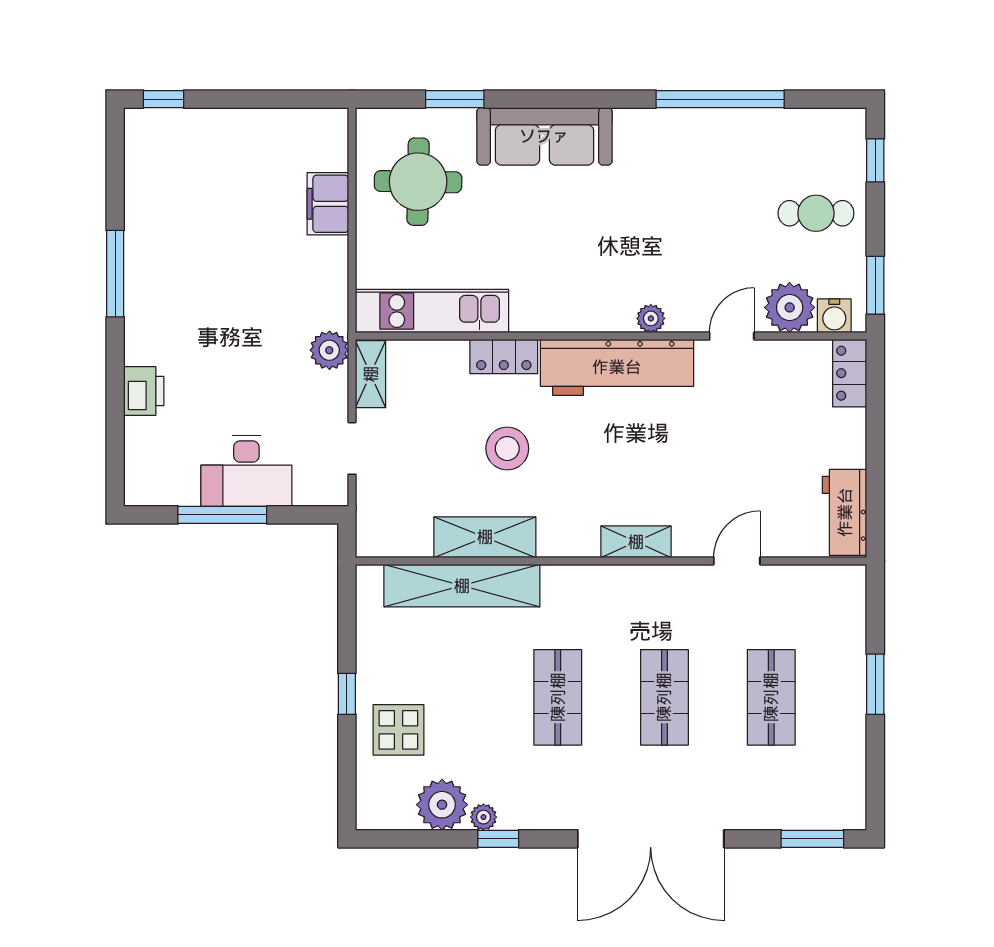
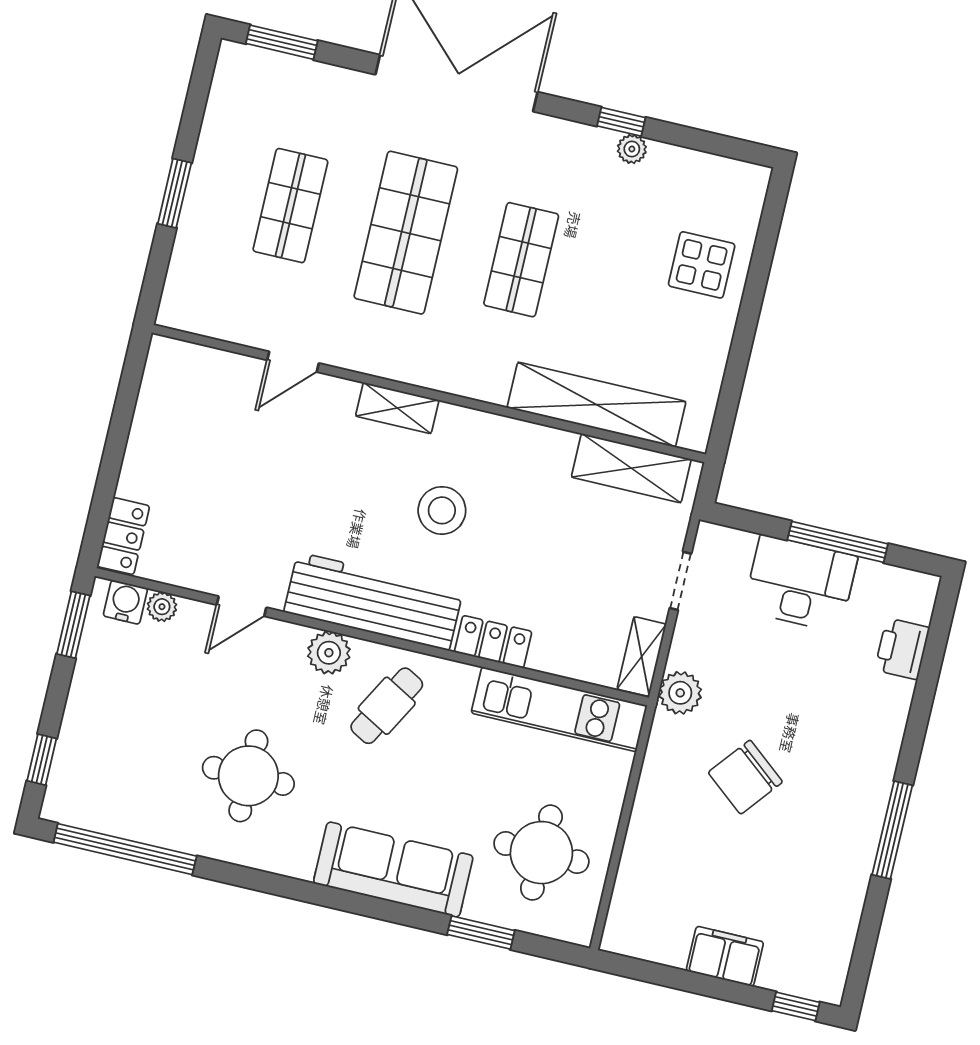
window: (720, 99) -> (125, 849), moved
round table: (691, 189) -> (248, 776), added
filing cabinet: (328, 204) -> (725, 956), moved, turned -90
cafe table: (816, 213) -> (387, 706), moved, turned -61
chair: (255, 290) -> (745, 777), added
plant: (790, 307) -> (162, 607), width x0.53, depth x0.53
plant: (651, 318) -> (329, 653), width x1.38, depth x1.38
printer: (144, 391) -> (902, 649), moved
stool: (507, 449) -> (442, 510), moved
workbench: (845, 512) -> (164, 387), removed
shelving: (485, 537) -> (631, 468), moved
window: (347, 694) -> (748, 317), removed
shop shelf: (664, 697) -> (406, 233), width x1.43, depth x1.36
plant: (442, 805) -> (674, 173), removed

